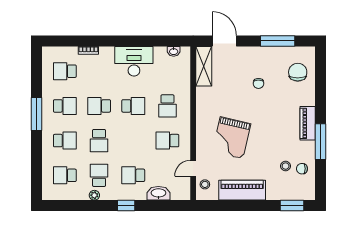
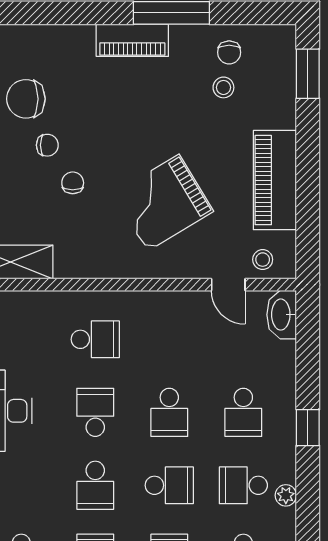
chair: (298, 72) -> (26, 99), moved
chair: (241, 95) -> (73, 183), added
grand piano: (232, 138) -> (163, 203), turned 136
school desk: (167, 141) -> (169, 412), moved
washbasin: (158, 193) -> (282, 315), moved

